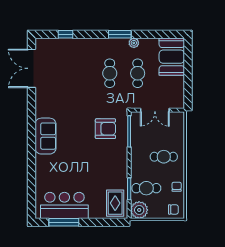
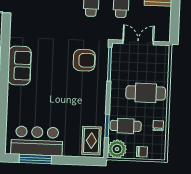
double door: (155, 110) -> (138, 42), swing flipped
cafe table: (164, 157) -> (146, 93), width x1.37, depth x1.35
chair: (173, 209) -> (142, 152), moved

